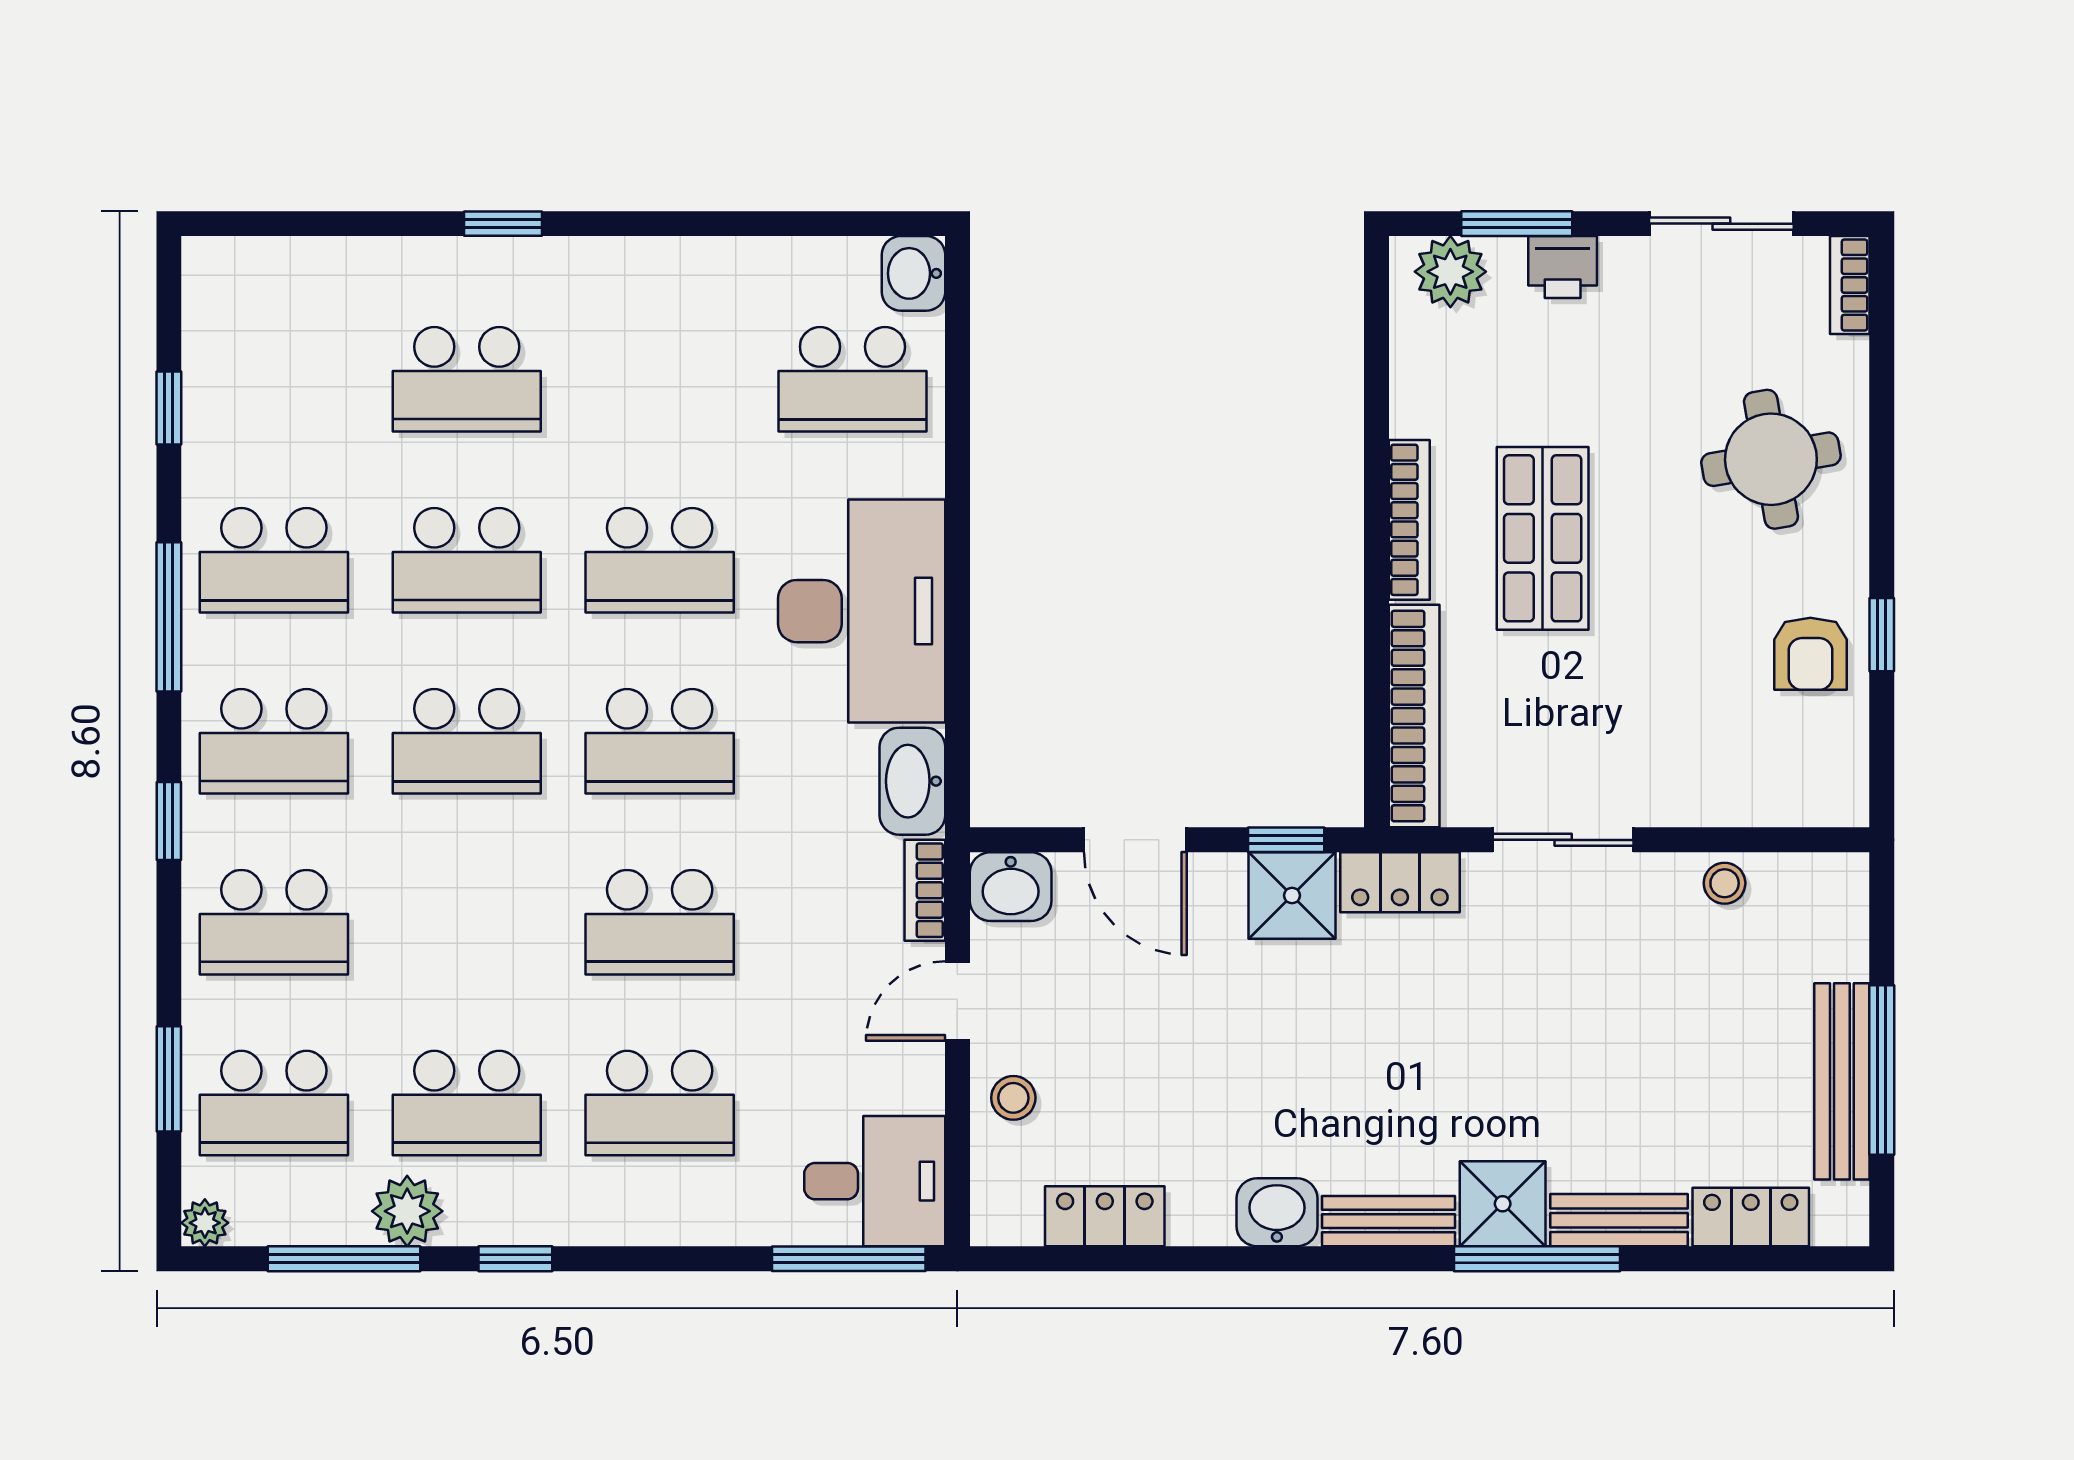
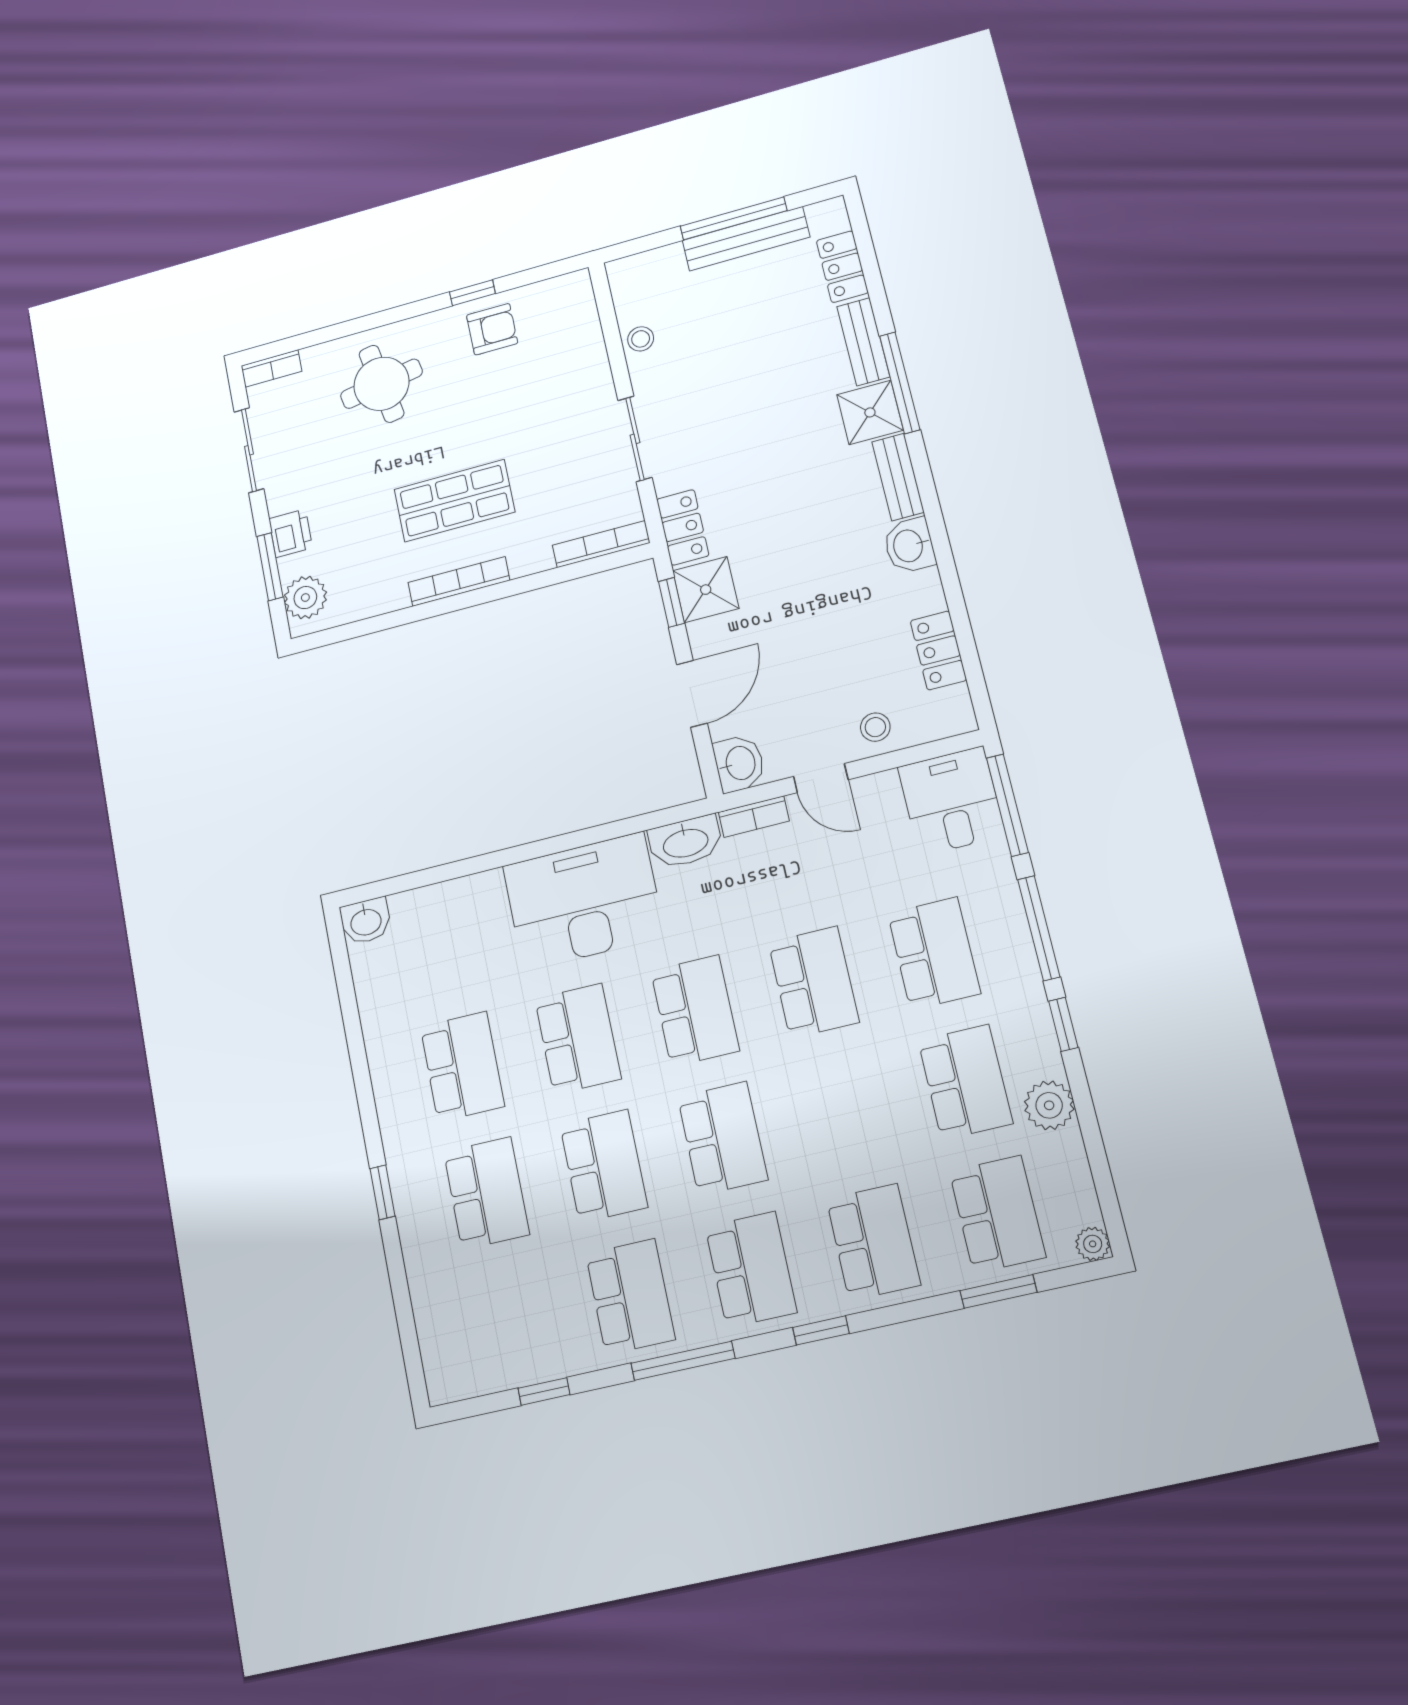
school desk: (852, 379) -> (462, 1066), moved
bookcase: (1414, 716) -> (601, 544), width x0.68, depth x0.76
window: (344, 1259) -> (1039, 928), moved

